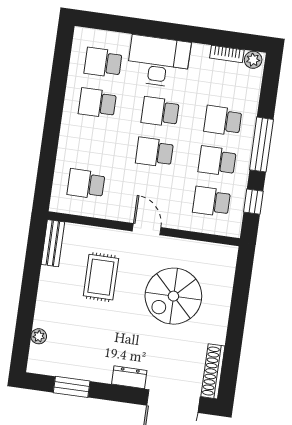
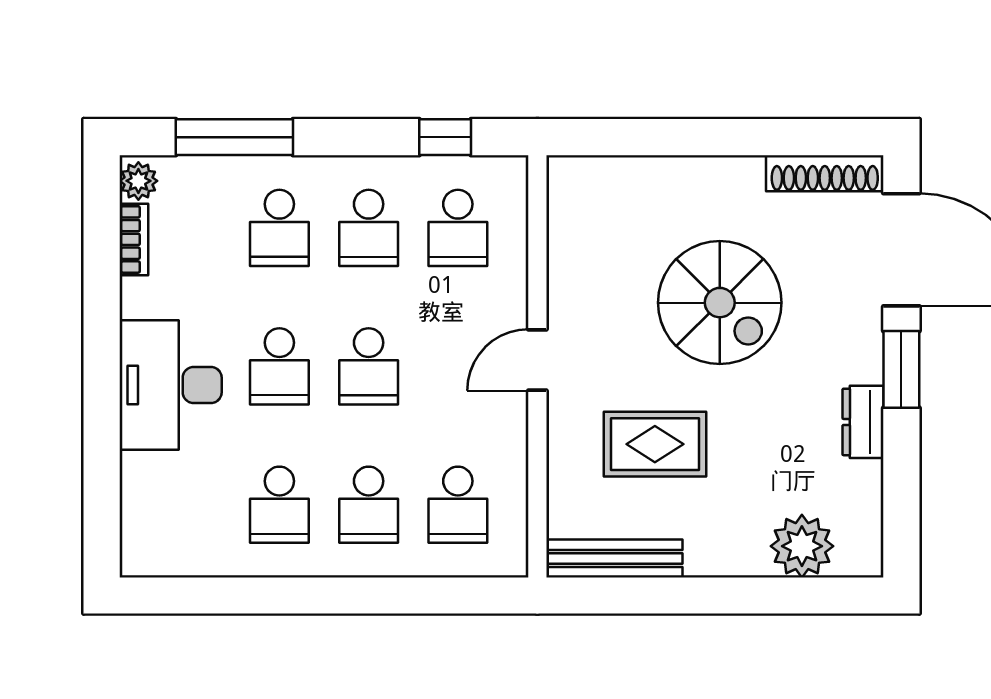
school desk: (103, 63) -> (369, 505), moved
window: (261, 145) -> (234, 137), moved
bench: (53, 243) -> (614, 558), width x1.36
spiral stairs: (173, 296) -> (720, 303), moved
plant: (39, 336) -> (802, 546), width x1.88, depth x1.88
dresser: (129, 377) -> (863, 422), moved
window: (72, 387) -> (901, 369), moved

